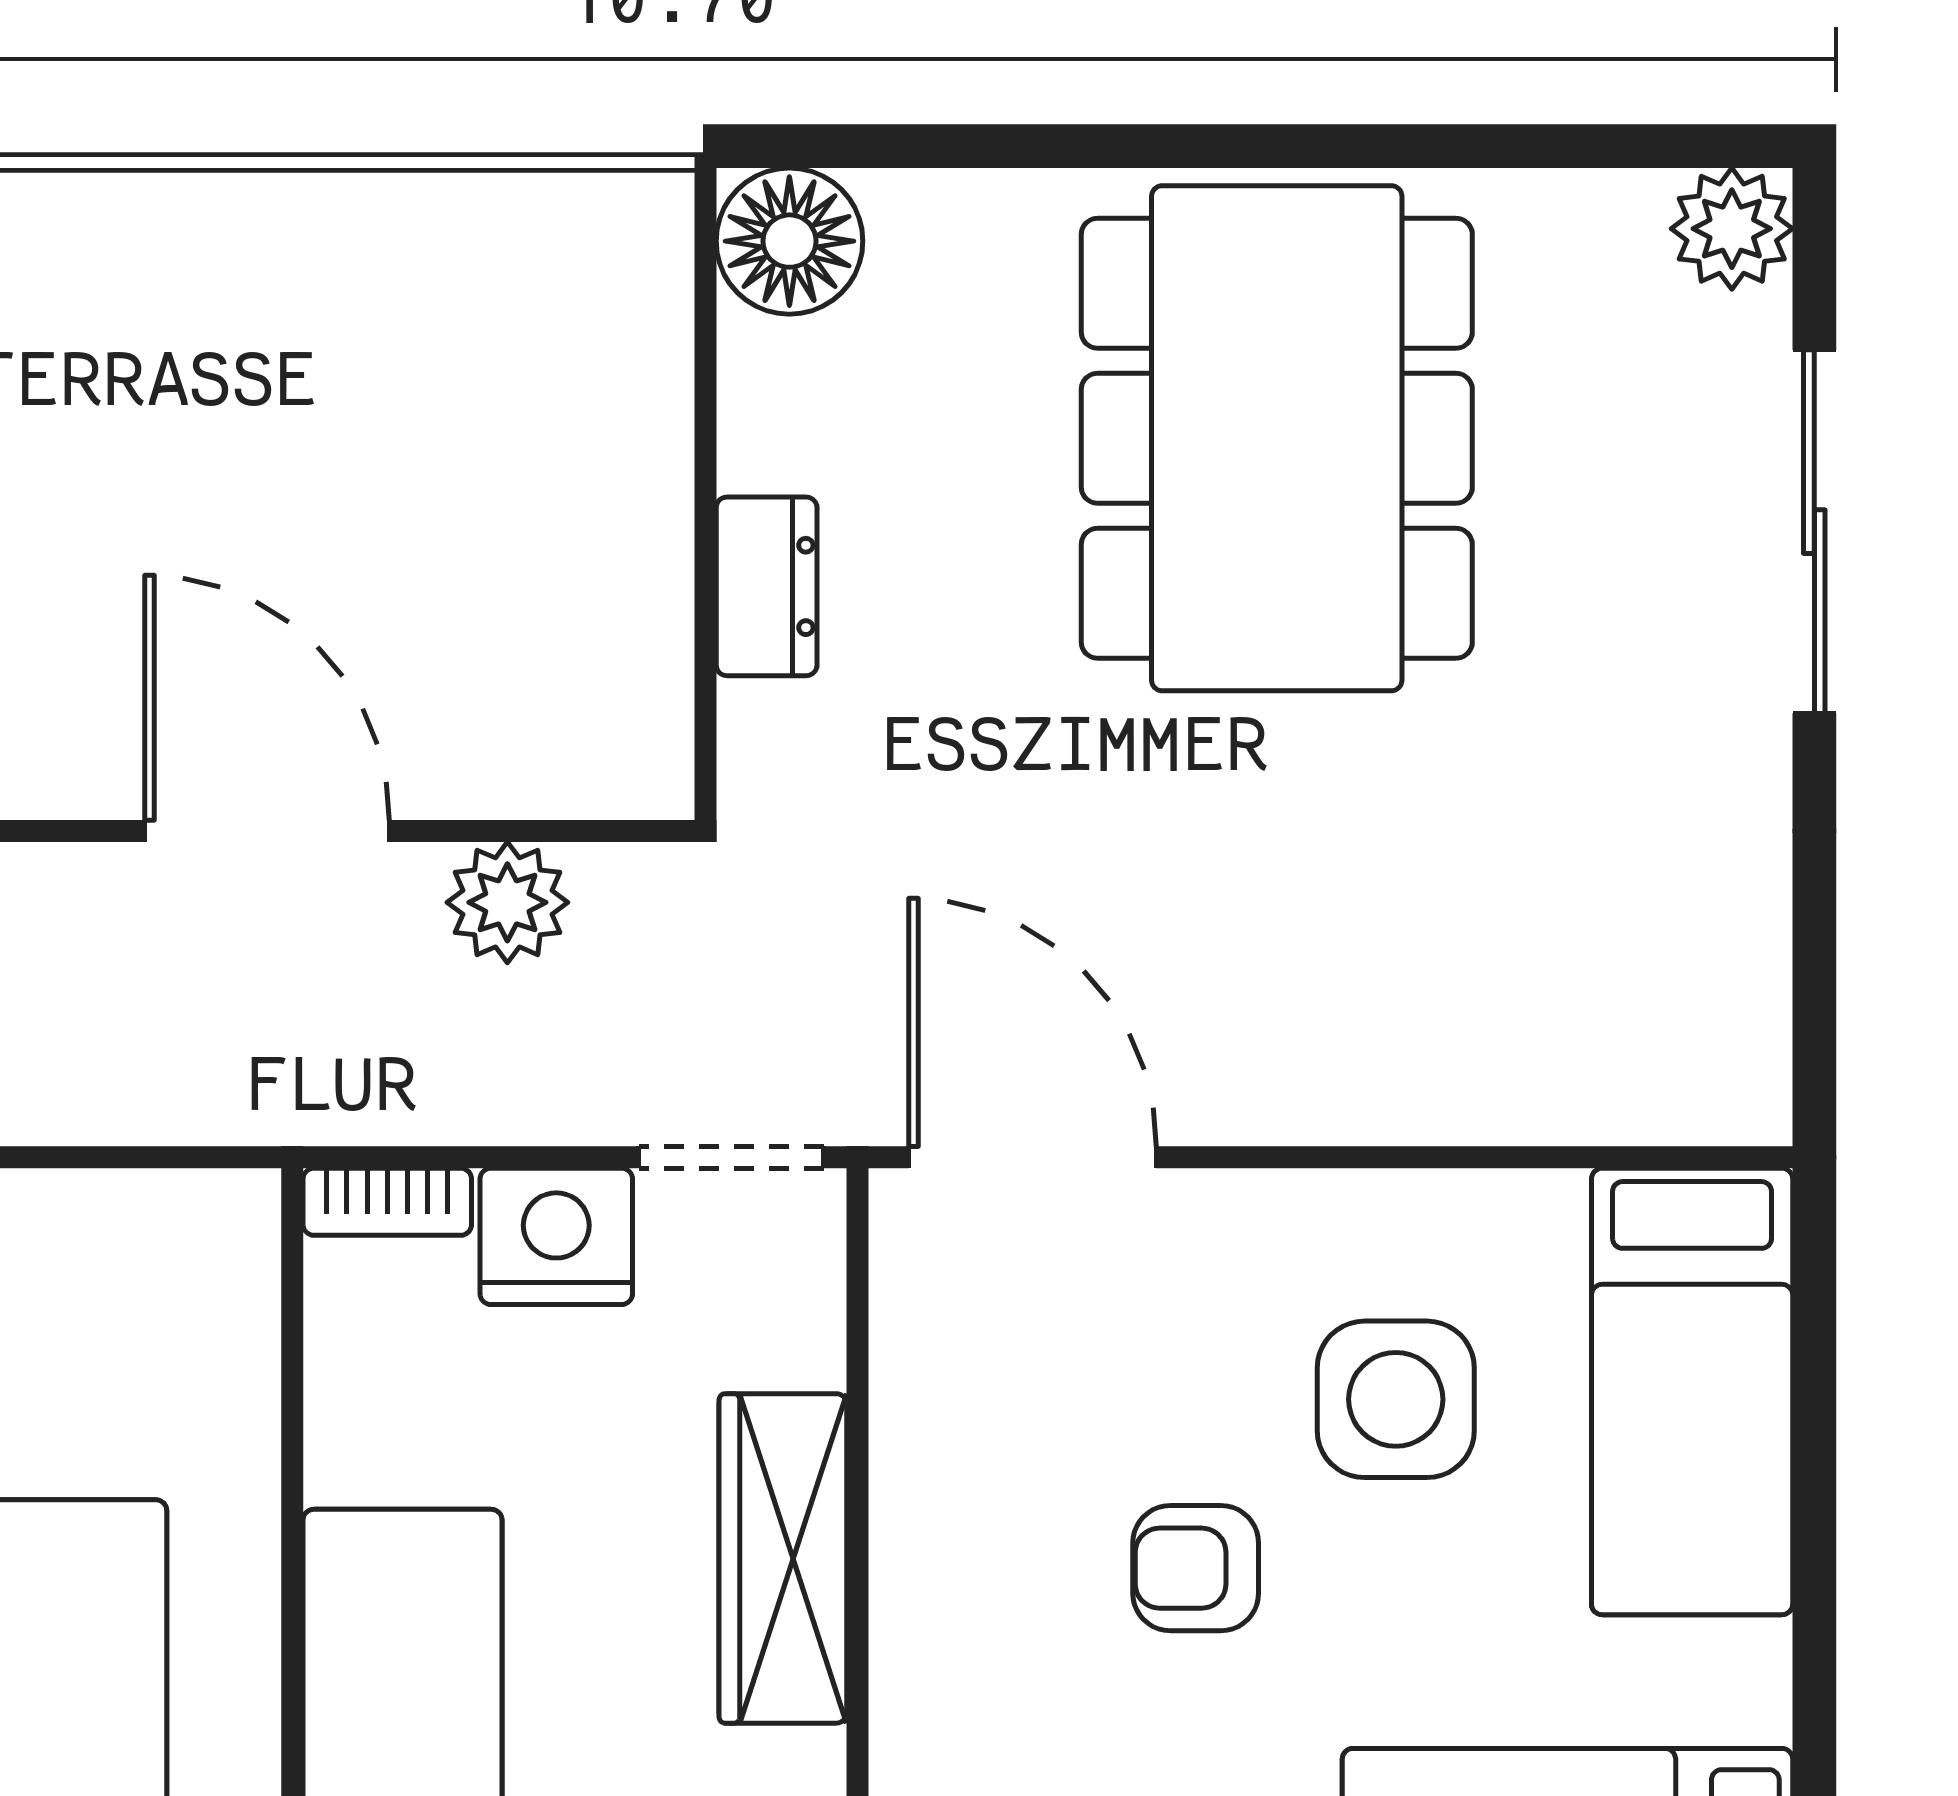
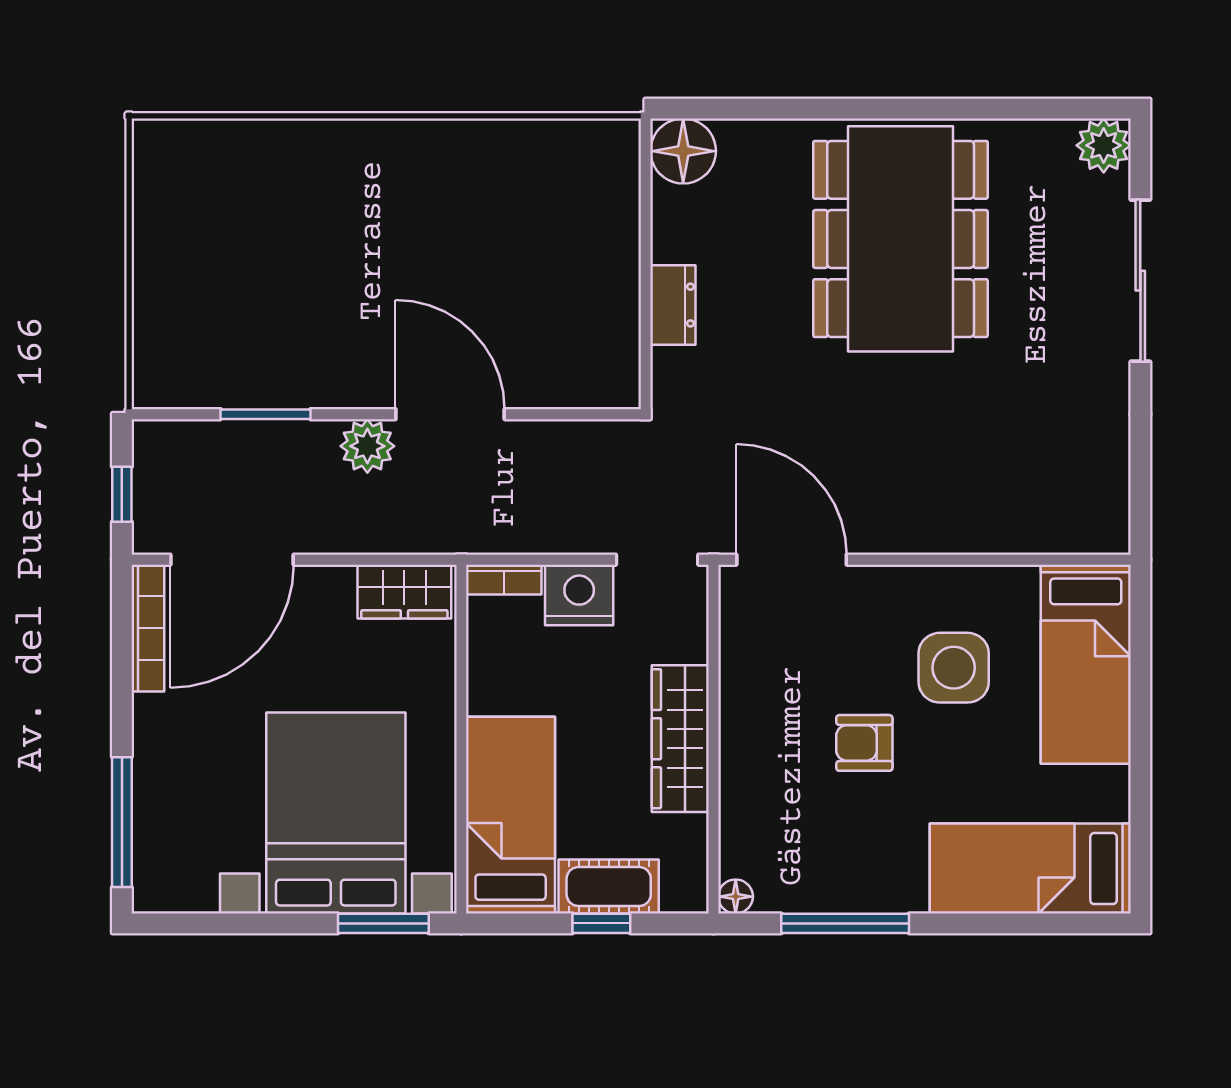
plant: (507, 902) -> (367, 446), moved
wardrobe: (165, 1229) -> (404, 592), added

